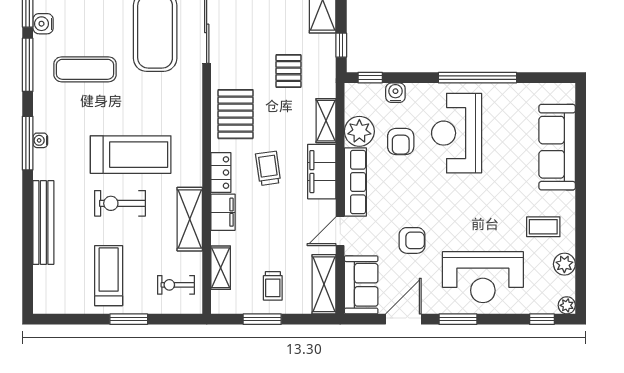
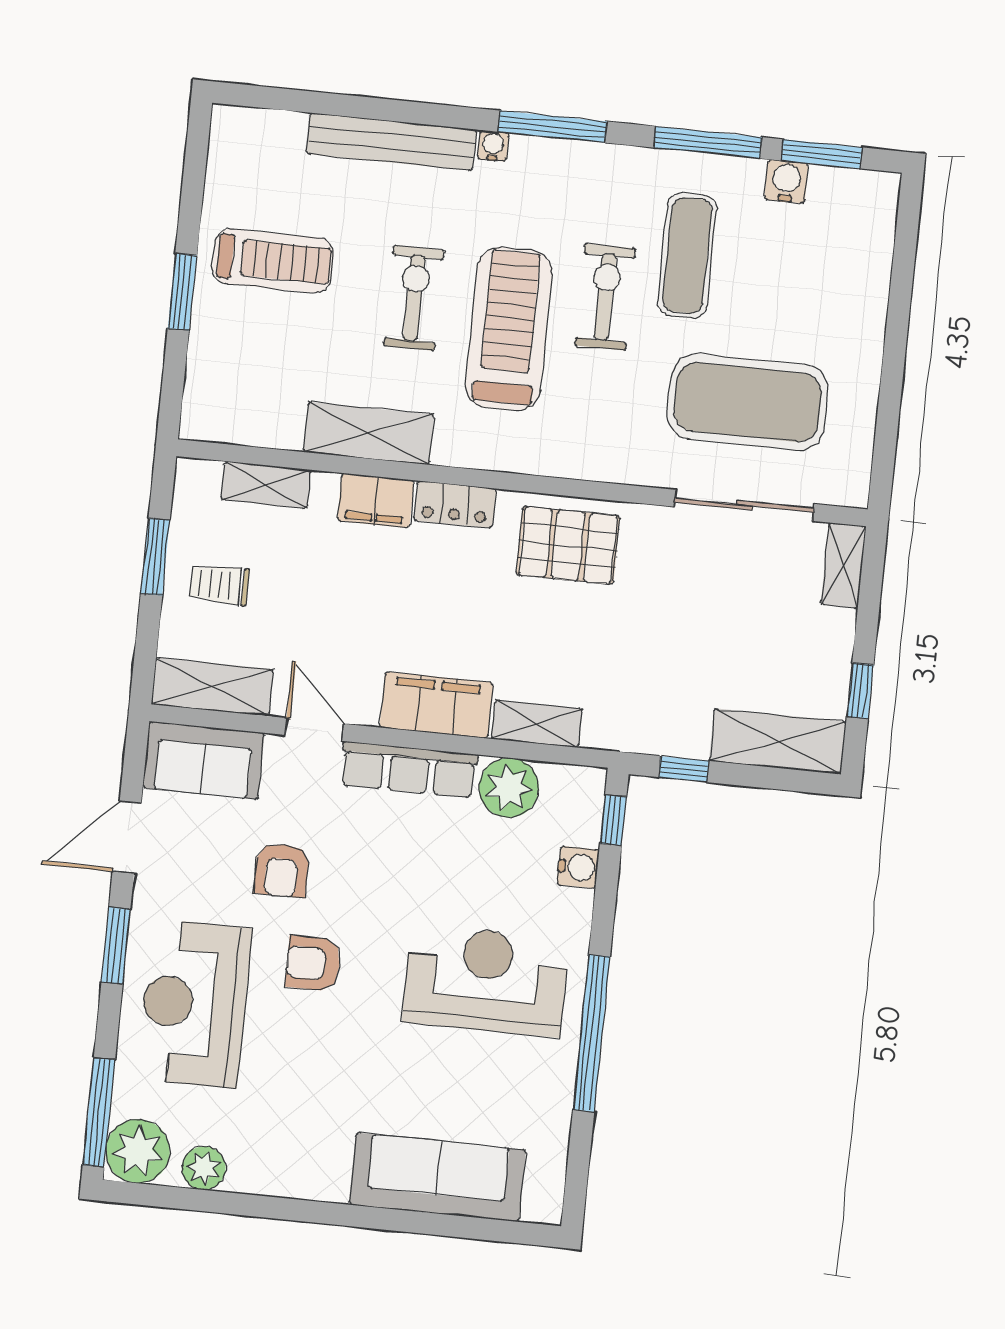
pallet: (289, 71) -> (643, 659), removed
water cooler: (40, 140) -> (493, 146), moved
armchair: (401, 141) -> (313, 963), moved
treadmill: (131, 155) -> (509, 329), turned 180
trolley: (268, 168) -> (454, 599), removed
coffee table: (543, 227) -> (282, 1134), removed
exercise bike: (176, 285) -> (605, 297), moved, width x1.38, depth x1.39
plant: (567, 305) -> (138, 1151), width x1.87, depth x1.87
door: (403, 319) -> (127, 837), swing flipped
window: (542, 319) -> (99, 1112), width x2.17

